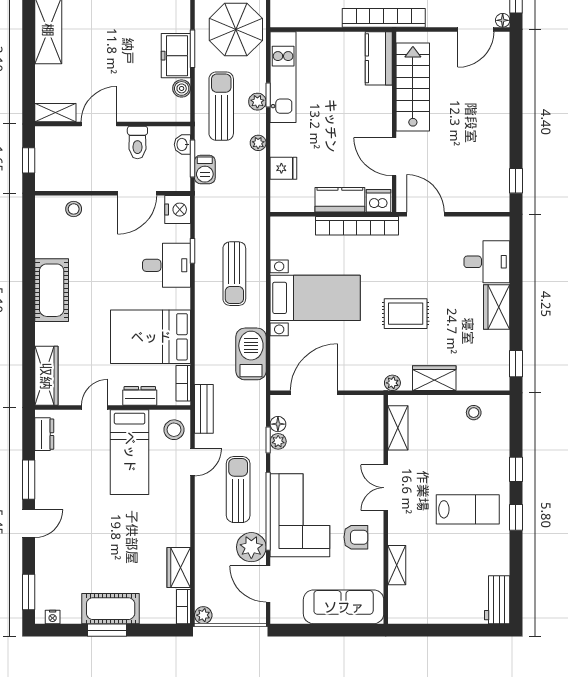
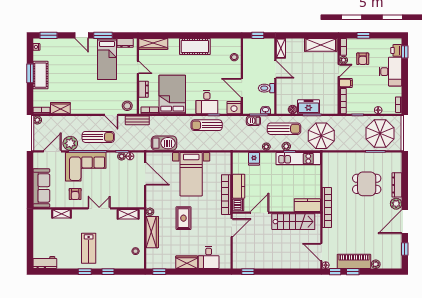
sun lounger: (234, 274) -> (207, 125), moved
wardrobe: (434, 378) -> (152, 232), width x1.50
bed: (130, 452) -> (107, 59), moved, turned -90

